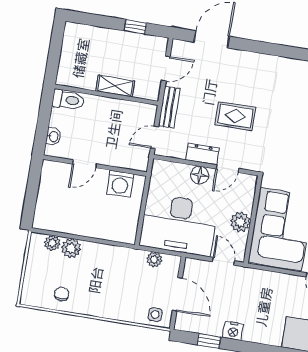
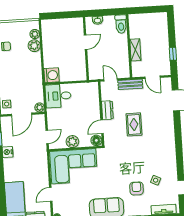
door: (84, 164) -> (86, 42), swing flipped
door: (227, 169) -> (102, 127), hinge flipped
floor lamp: (200, 175) -> (96, 140), moved
washing machine: (120, 184) -> (52, 75), moved, turned 180
desk: (179, 225) -> (58, 96), width x0.53, depth x0.77
plant: (154, 260) -> (40, 107), moved

